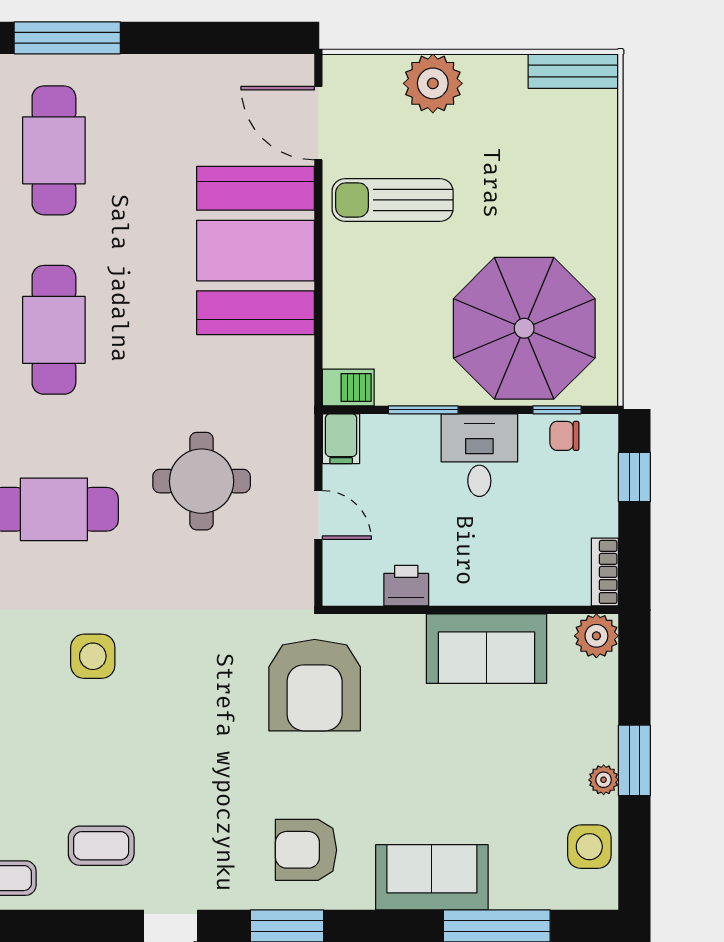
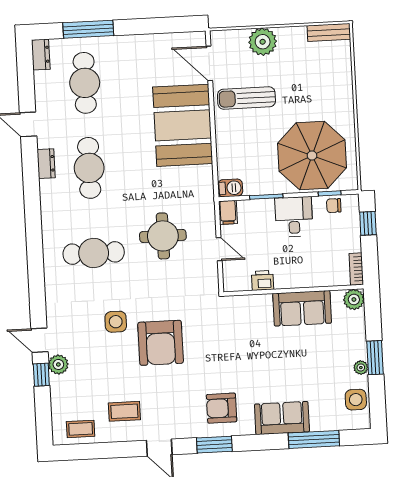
armchair: (315, 685) -> (161, 343), moved

